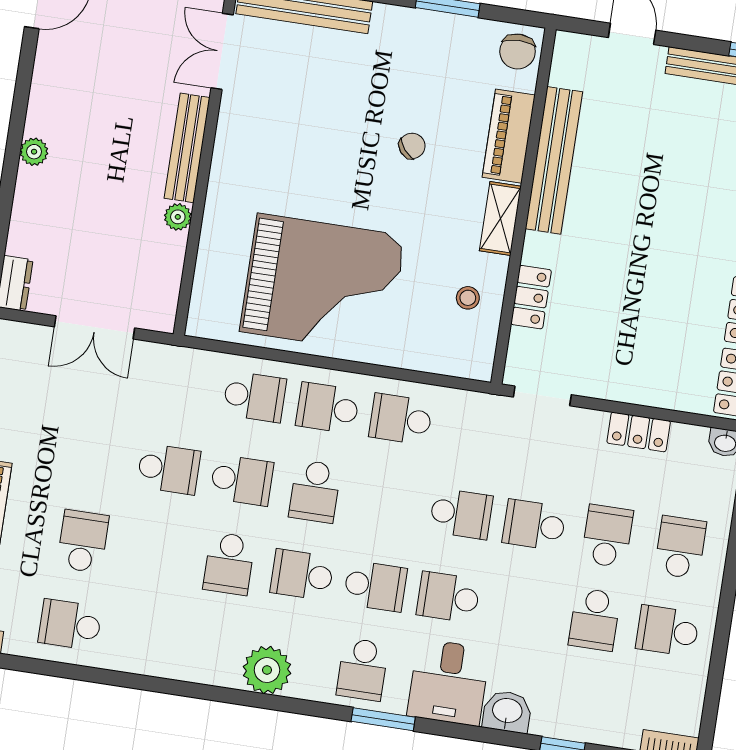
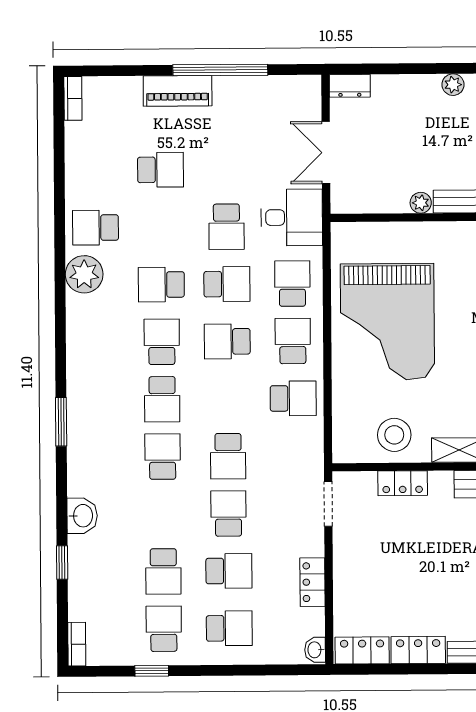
stool: (468, 298) -> (394, 435), width x1.89, depth x1.89
school desk: (255, 397) -> (292, 284), turned 180
school desk: (401, 419) -> (293, 398), turned 90
school desk: (242, 480) -> (227, 284), turned -90
school desk: (594, 620) -> (163, 571), turned -90
school desk: (70, 625) -> (95, 228), moved, turned -90
window: (719, 655) -> (152, 671), added
school desk: (362, 669) -> (97, 400), removed
plant: (267, 670) -> (84, 274), moved
desk: (449, 682) -> (292, 217), moved, turned 180

